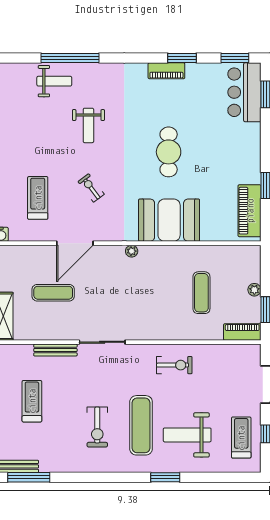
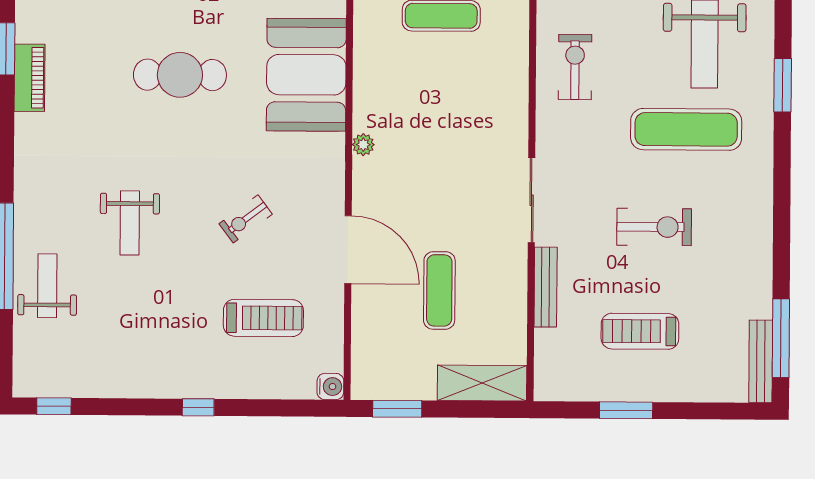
weight bench: (88, 125) -> (130, 223), turned 90
treadmill: (38, 198) -> (263, 318), turned 180
exercise bike: (97, 427) -> (654, 227), moved

